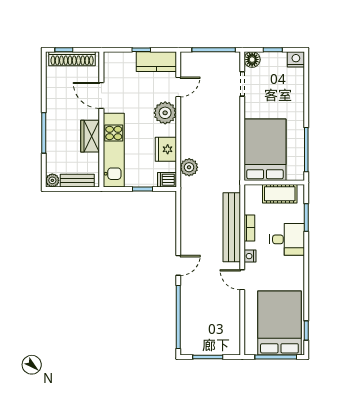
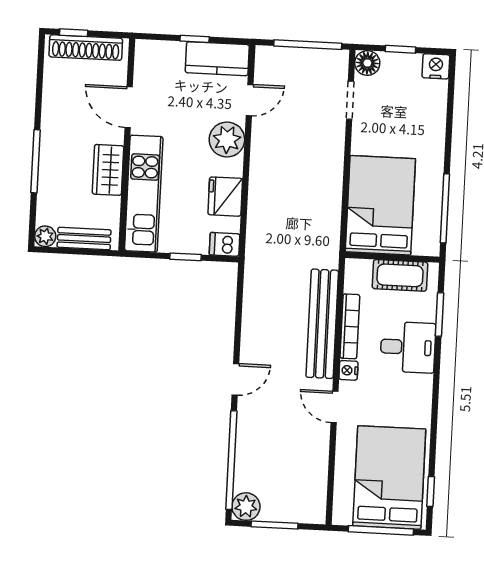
plant: (189, 167) -> (246, 507), moved
bookcase: (249, 228) -> (350, 326), width x1.56

